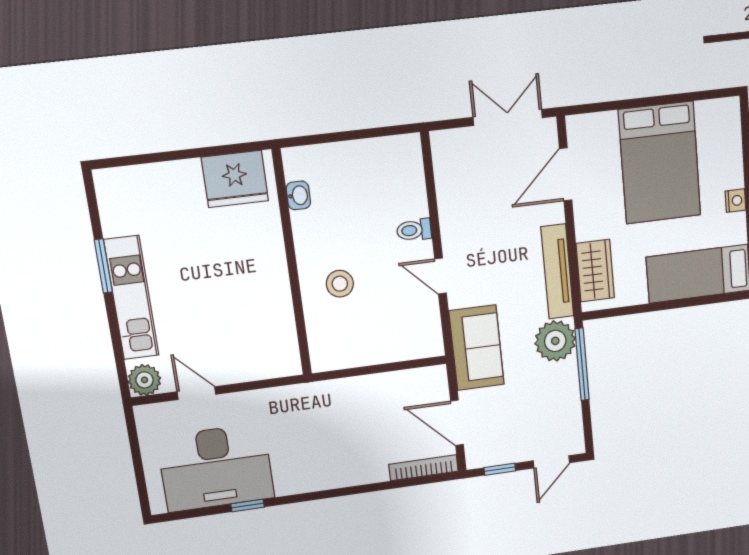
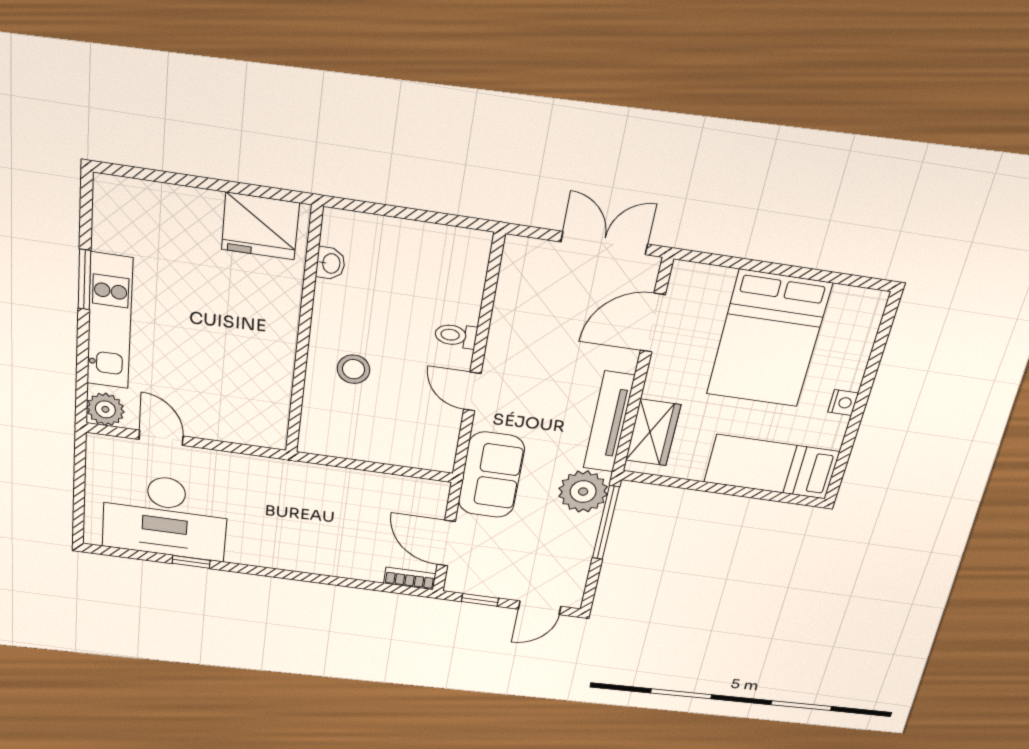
bookcase: (424, 468) -> (410, 578), width x0.64

